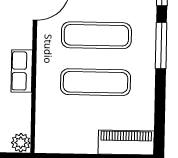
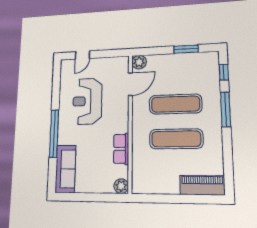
row of seats: (22, 71) -> (121, 149), moved

